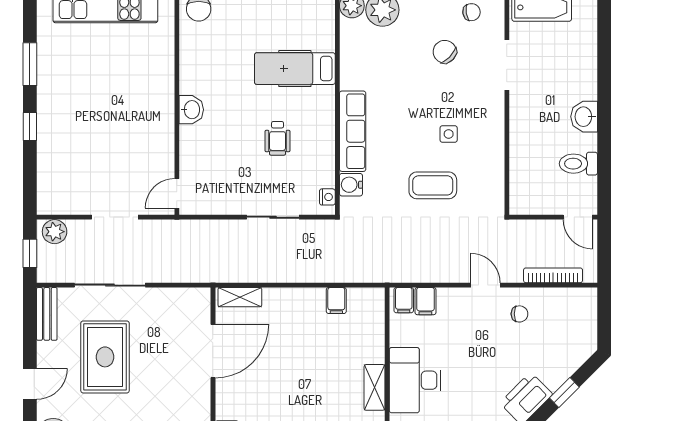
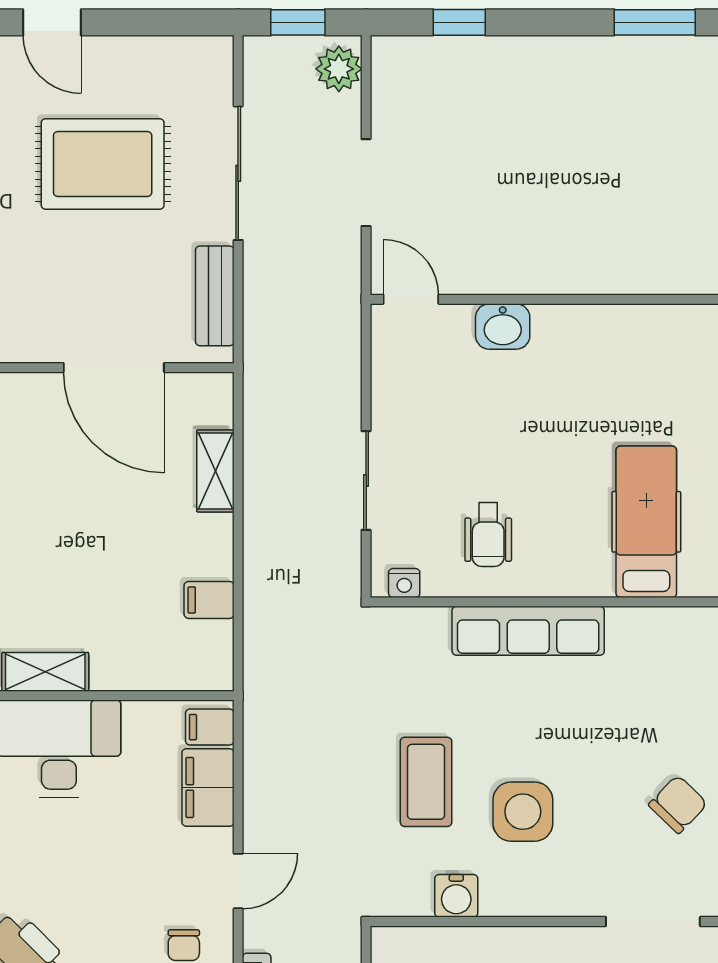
washbasin: (191, 110) -> (503, 326), moved
window: (30, 126) -> (459, 22), moved
side table: (449, 134) -> (523, 812), width x1.87, depth x1.87
wheelchair: (278, 138) -> (488, 535), moved, turned -90
water cooler: (351, 185) -> (456, 896), moved, turned 180
shelving: (240, 297) -> (215, 471), moved
filing cabinet: (425, 301) -> (208, 787), width x2.00
bench: (47, 314) -> (215, 296), moved, turned 90

